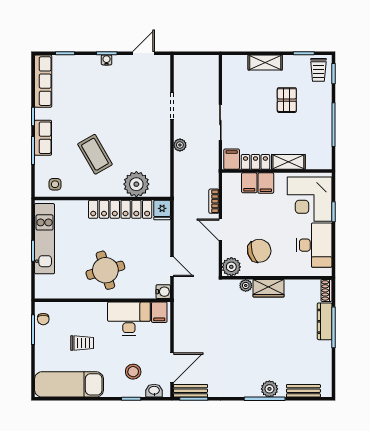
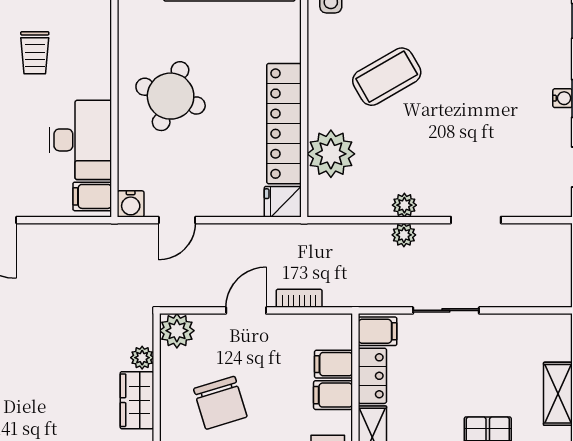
plant: (164, 145) -> (404, 205), added
chair: (259, 251) -> (220, 403), moved
round table: (105, 270) -> (171, 96), turned 36

